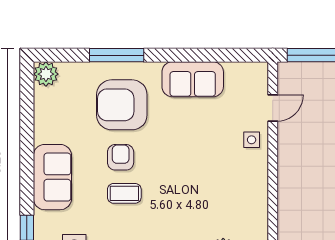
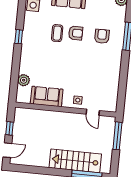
sofa: (193, 79) -> (47, 96), moved, turned 90
armchair: (122, 105) -> (102, 36), width x0.53, depth x0.53

